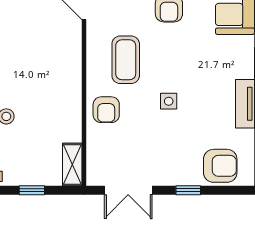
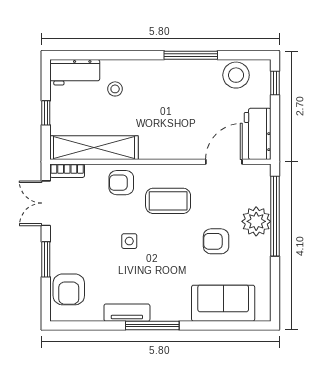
shelving: (72, 164) -> (94, 148), width x2.20, depth x1.33
bookcase: (94, 167) -> (67, 171), added
window: (188, 190) -> (46, 259), width x1.50

